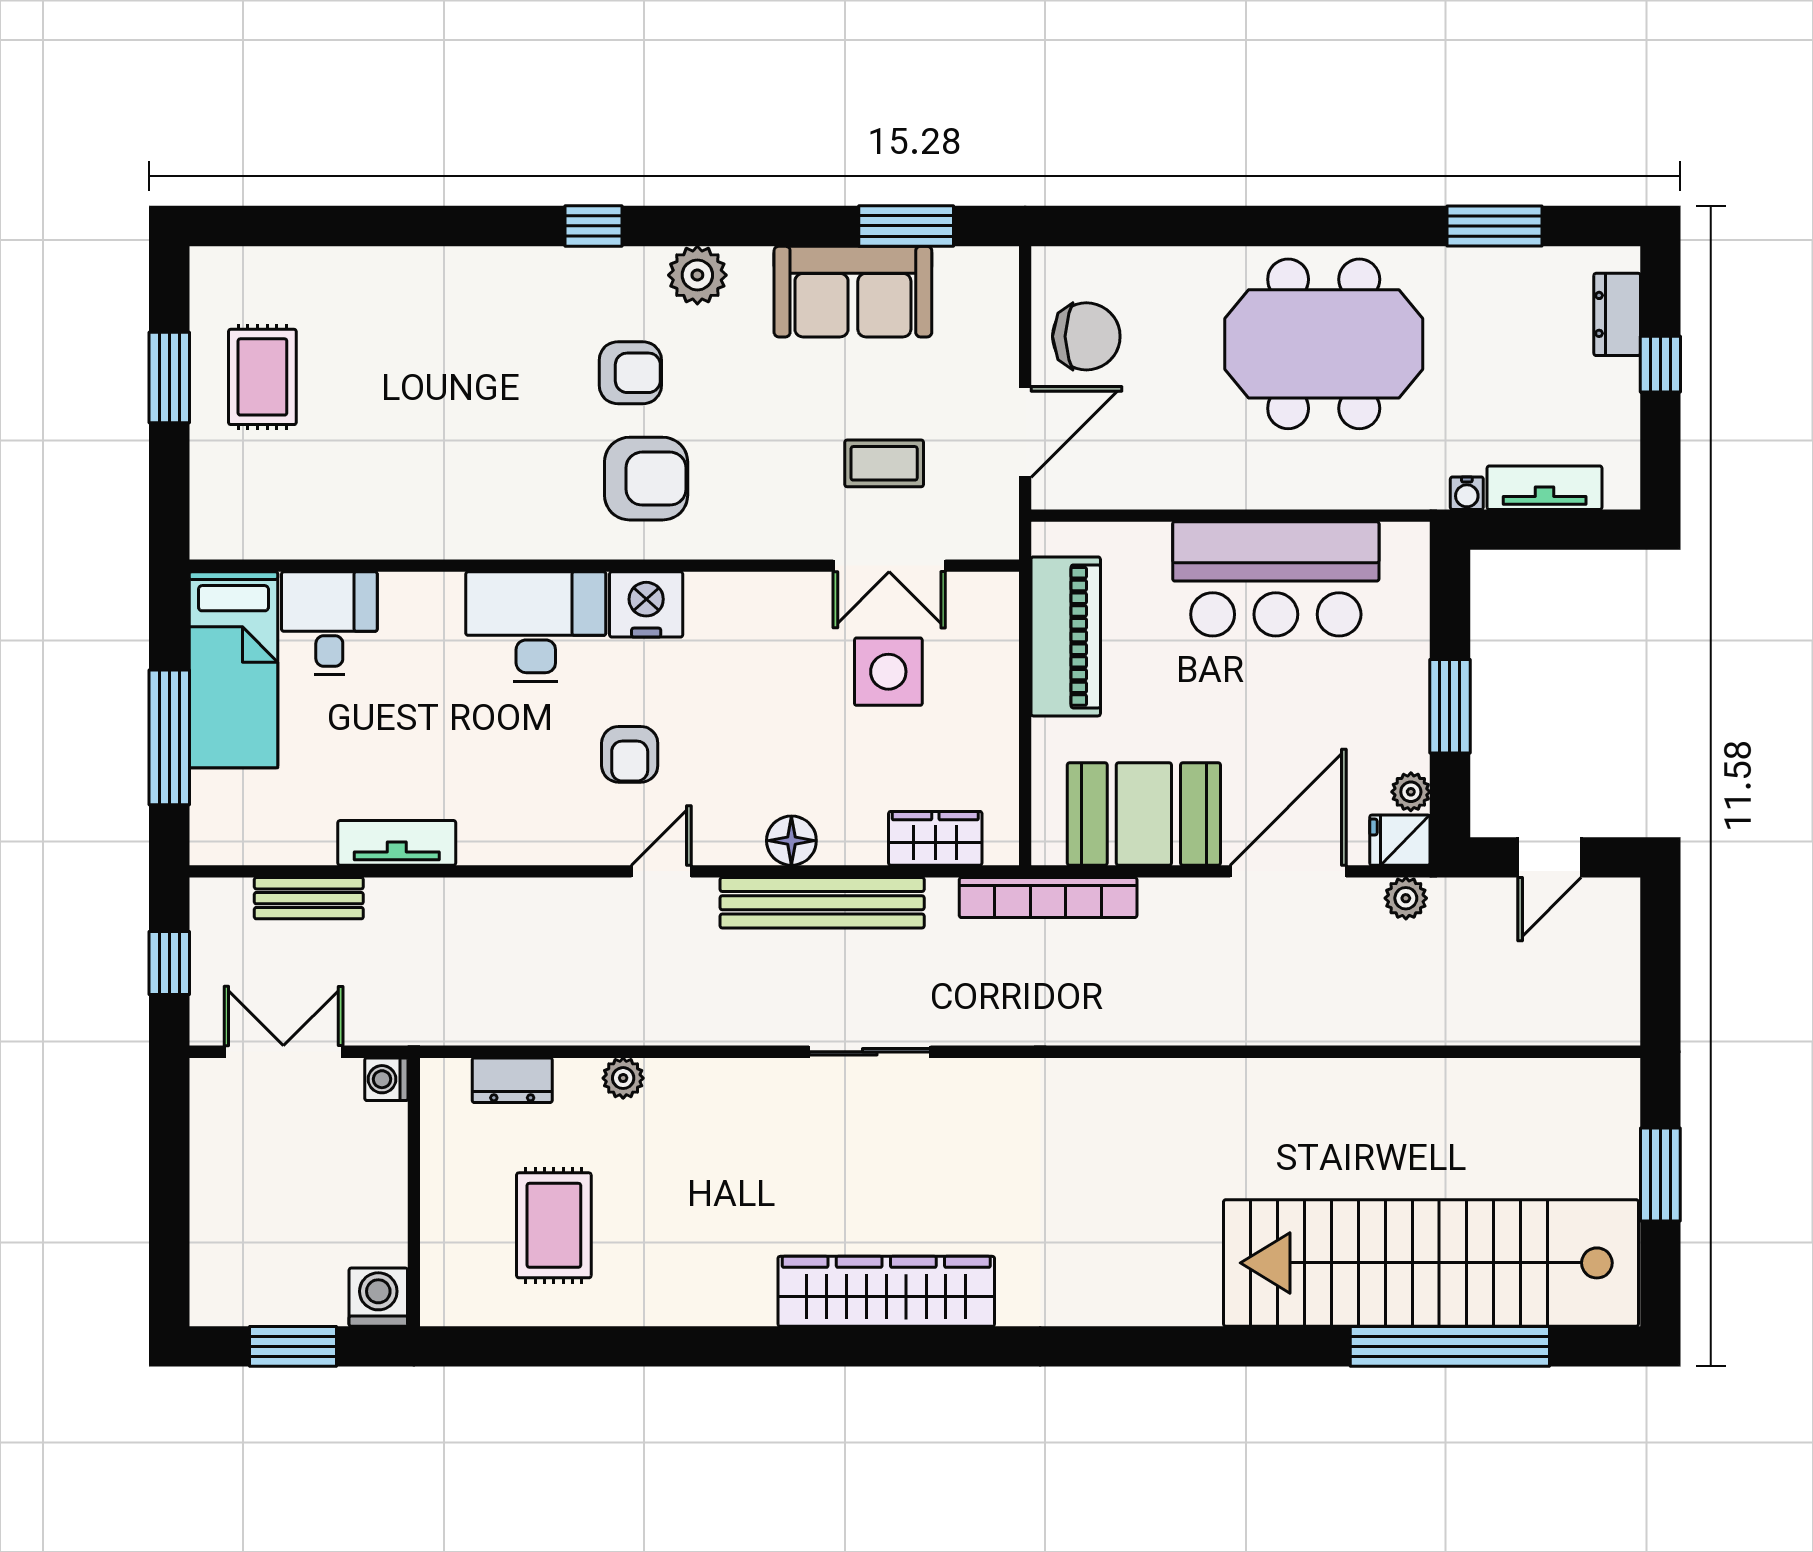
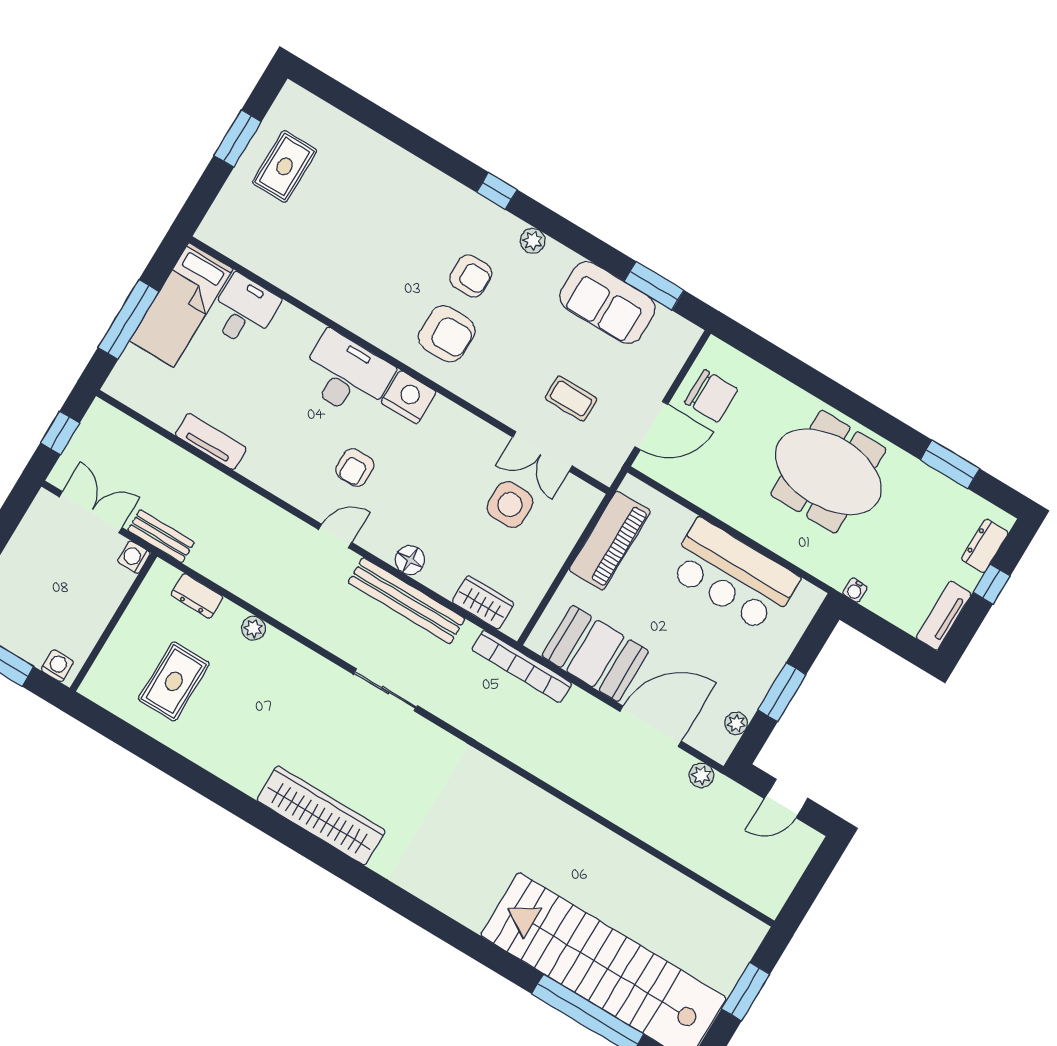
plant: (697, 275) -> (533, 241), width x0.73, depth x0.73
tv unit: (1545, 488) -> (944, 616), moved, turned -90
fridge: (1400, 840) -> (716, 744), removed
bench: (309, 898) -> (161, 536), moved
washing machine: (378, 1297) -> (57, 666), width x0.73, depth x0.73

